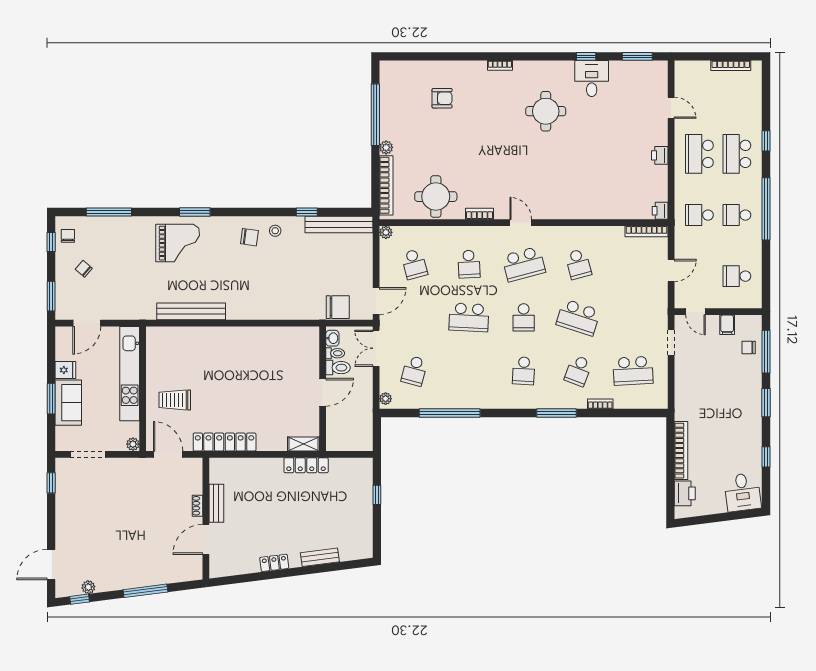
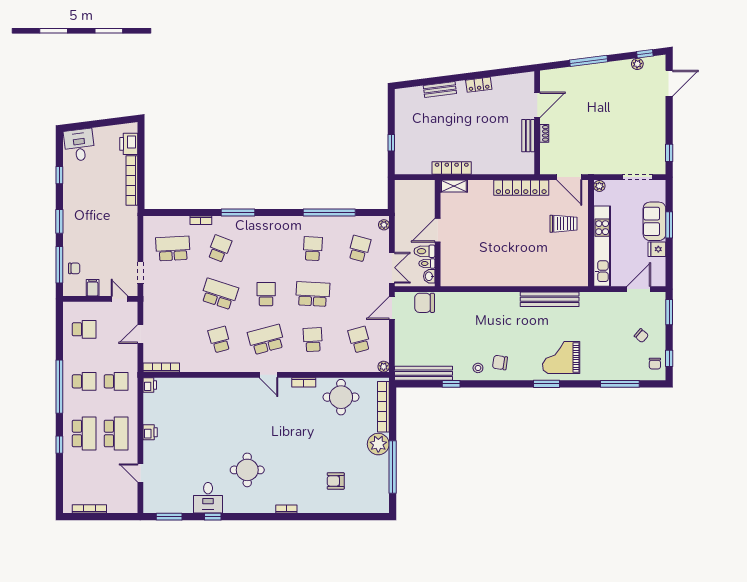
plant: (386, 147) -> (378, 444), width x1.87, depth x1.87
school desk: (524, 371) -> (313, 249), moved

